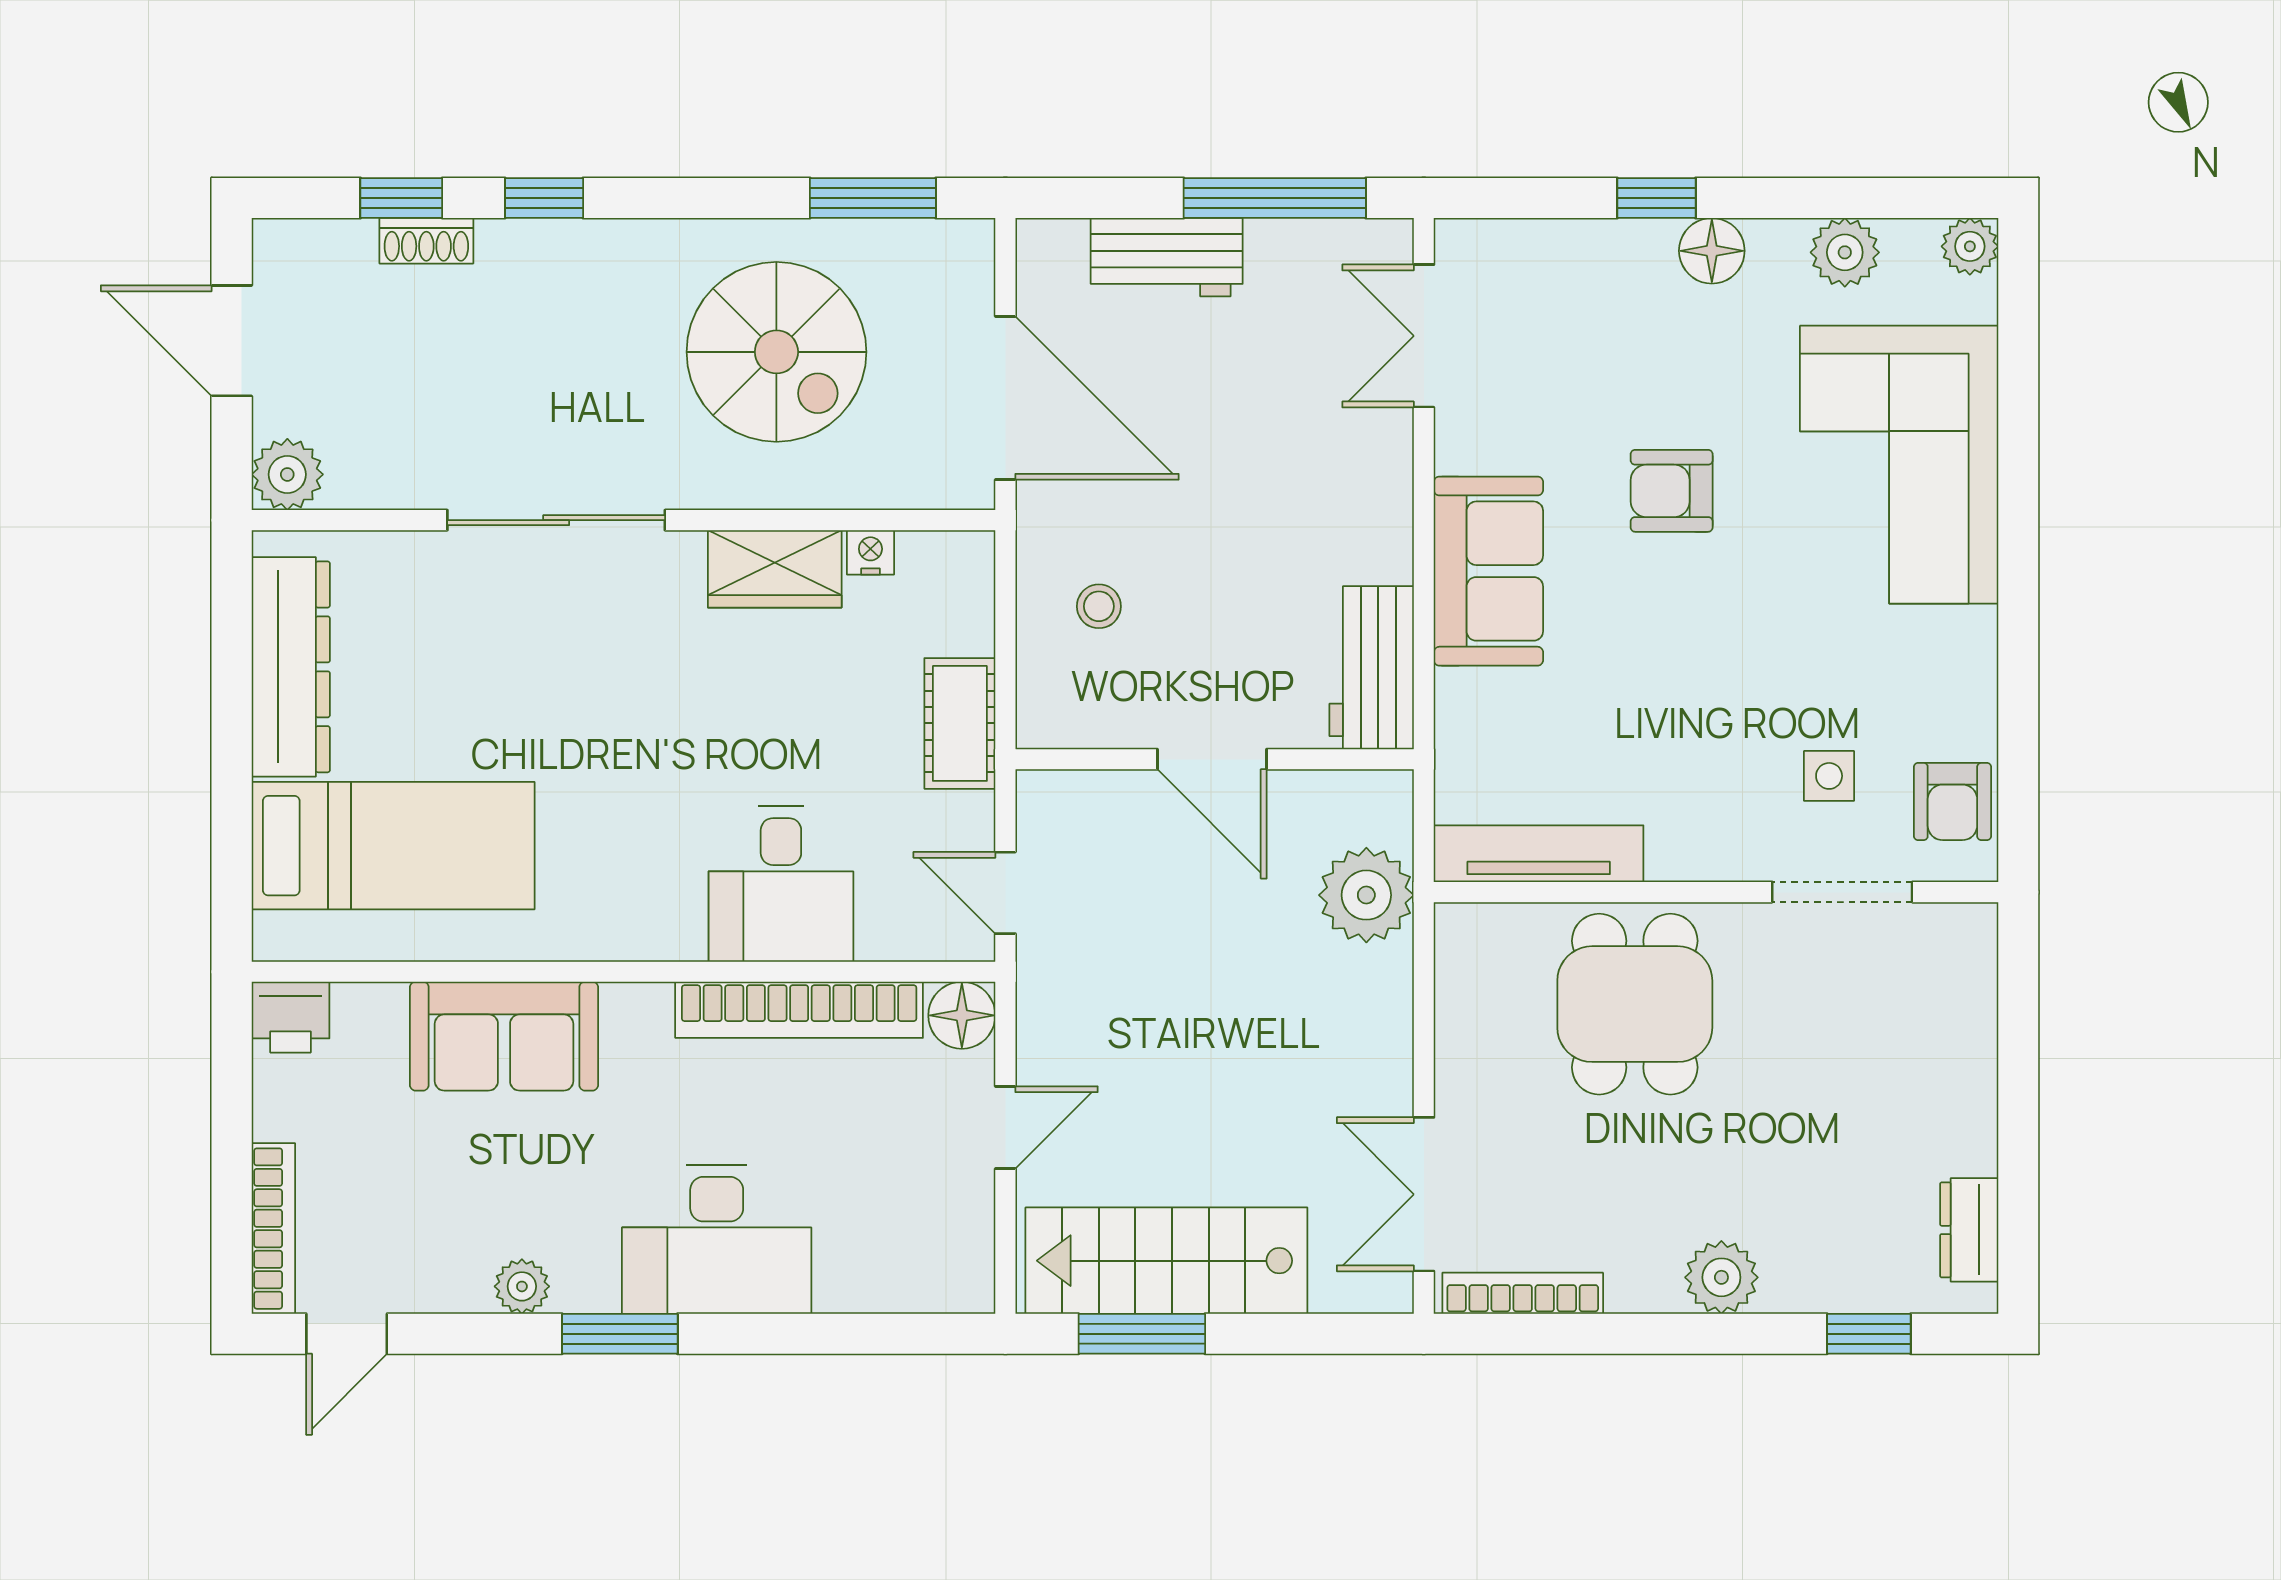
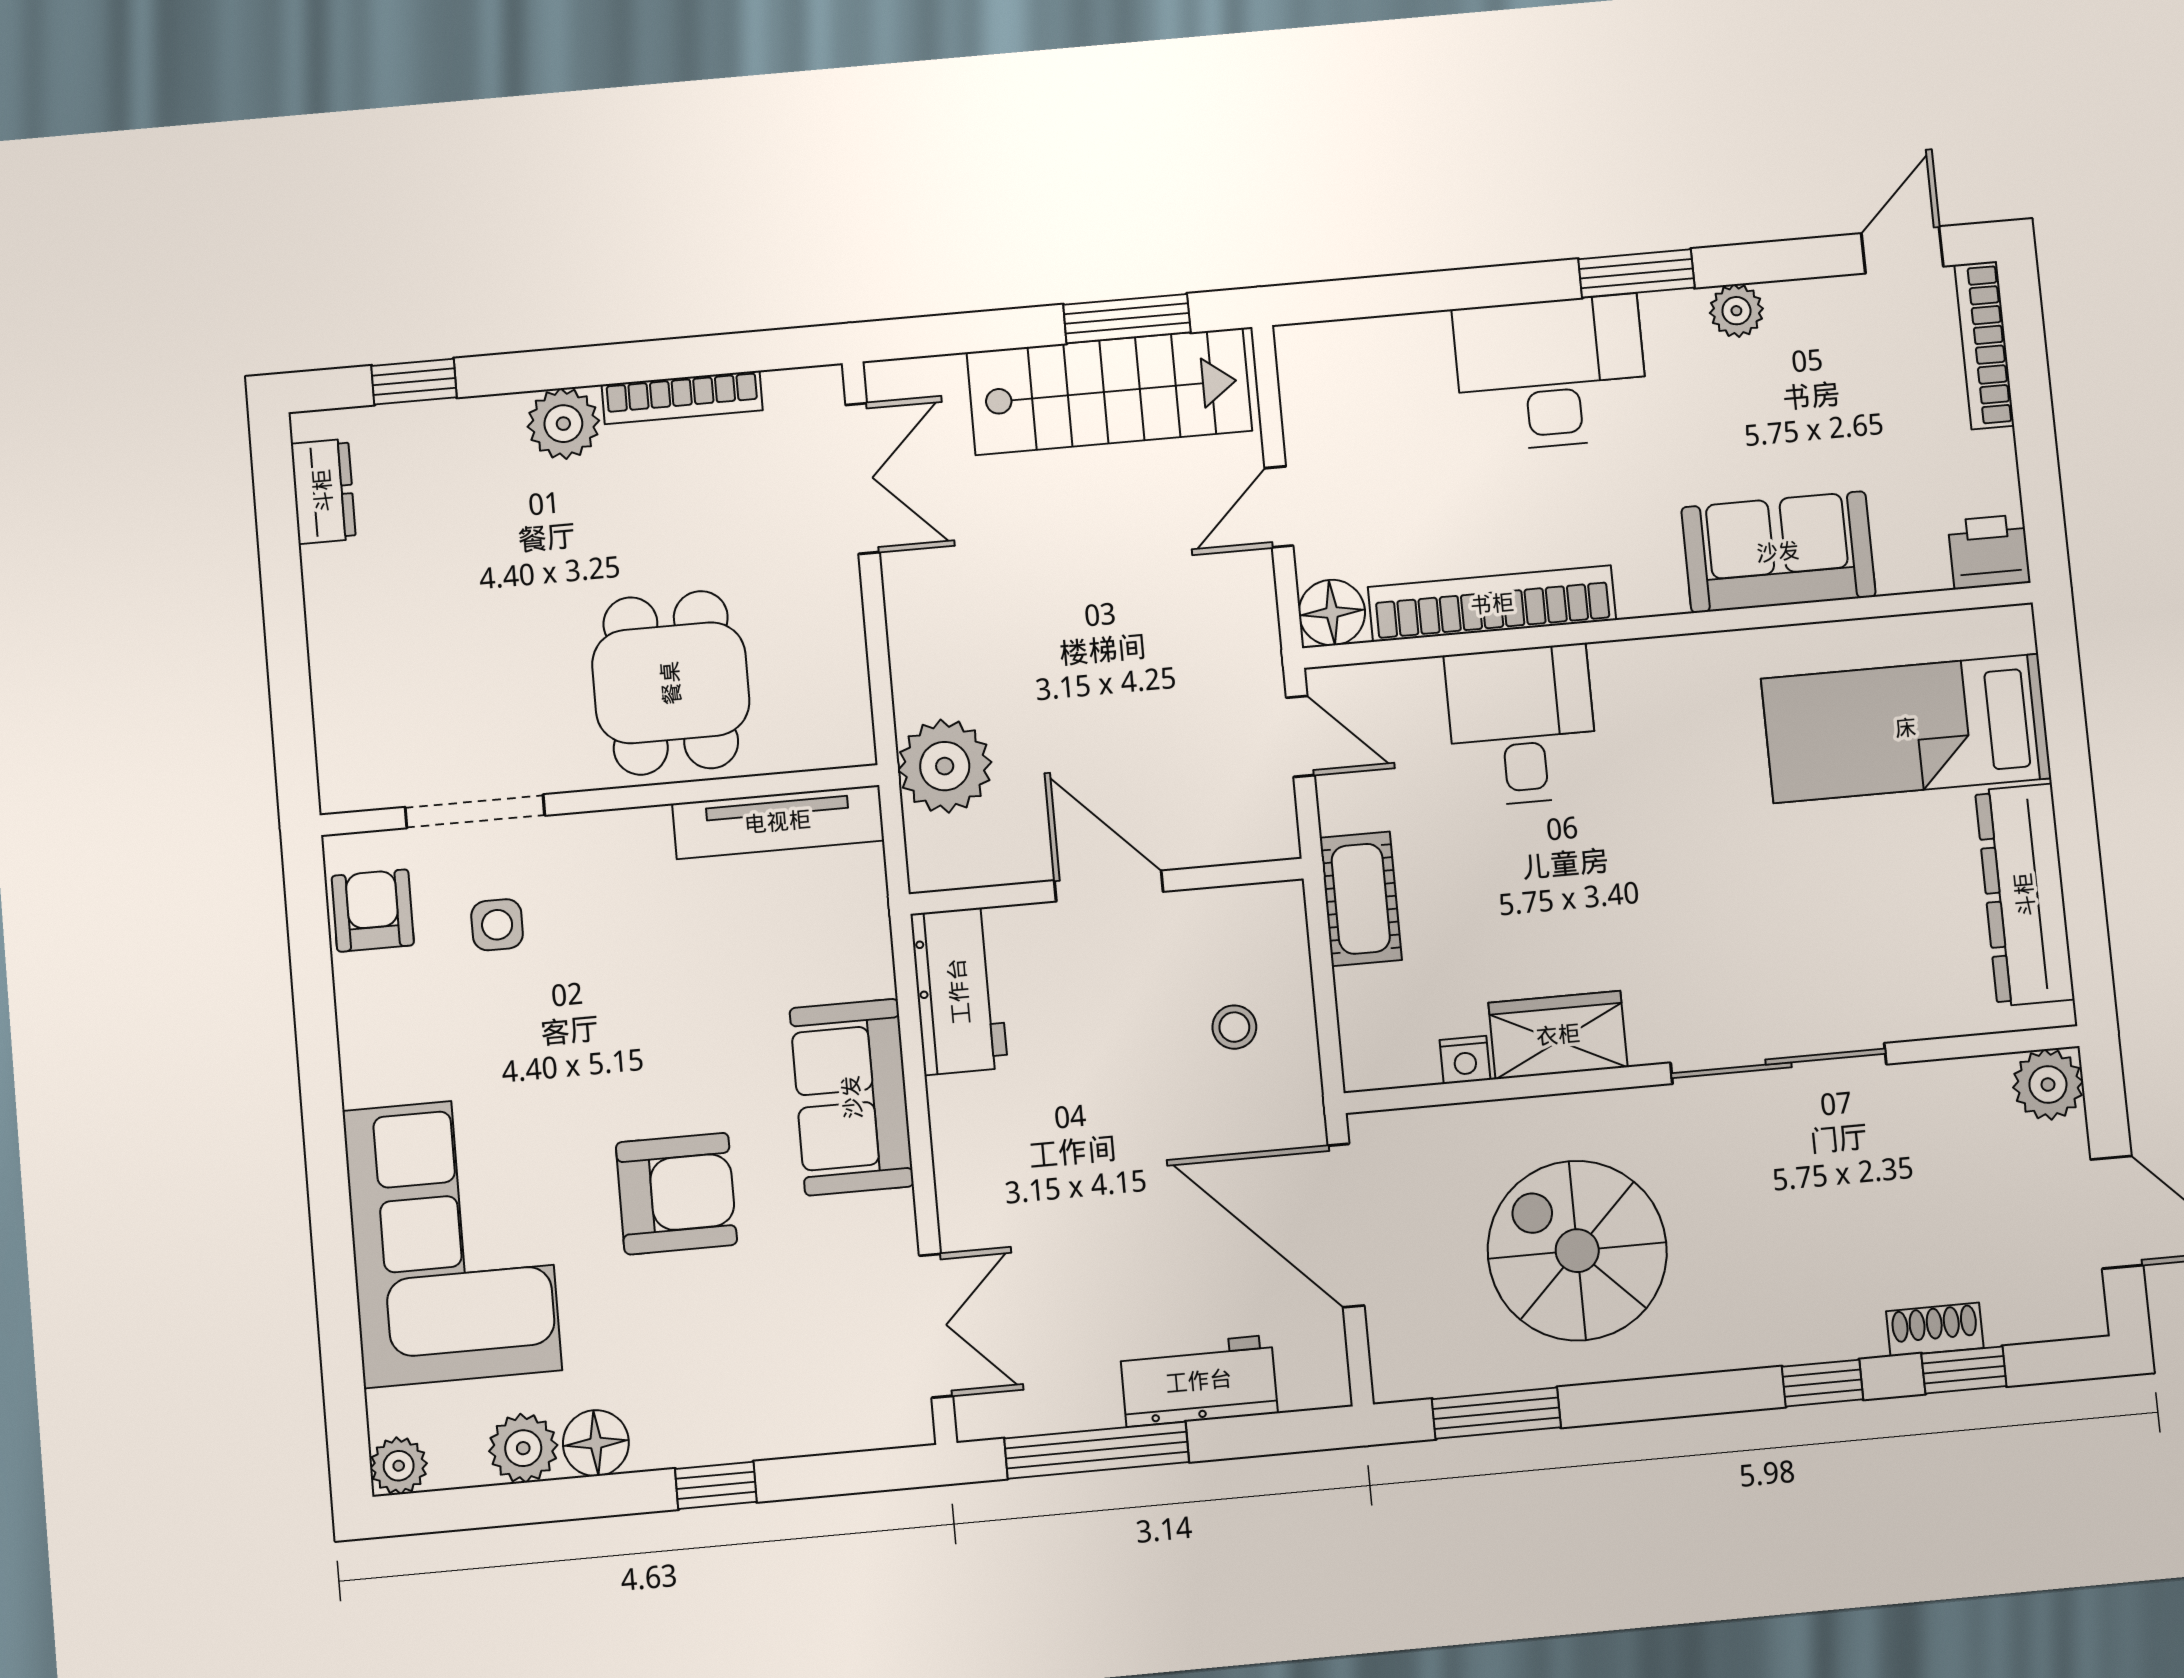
floor lamp: (1712, 251) -> (596, 1443), moved
armchair: (1672, 491) -> (676, 1194), width x1.38, depth x1.38
bookcase: (1523, 1293) -> (682, 397), moved

